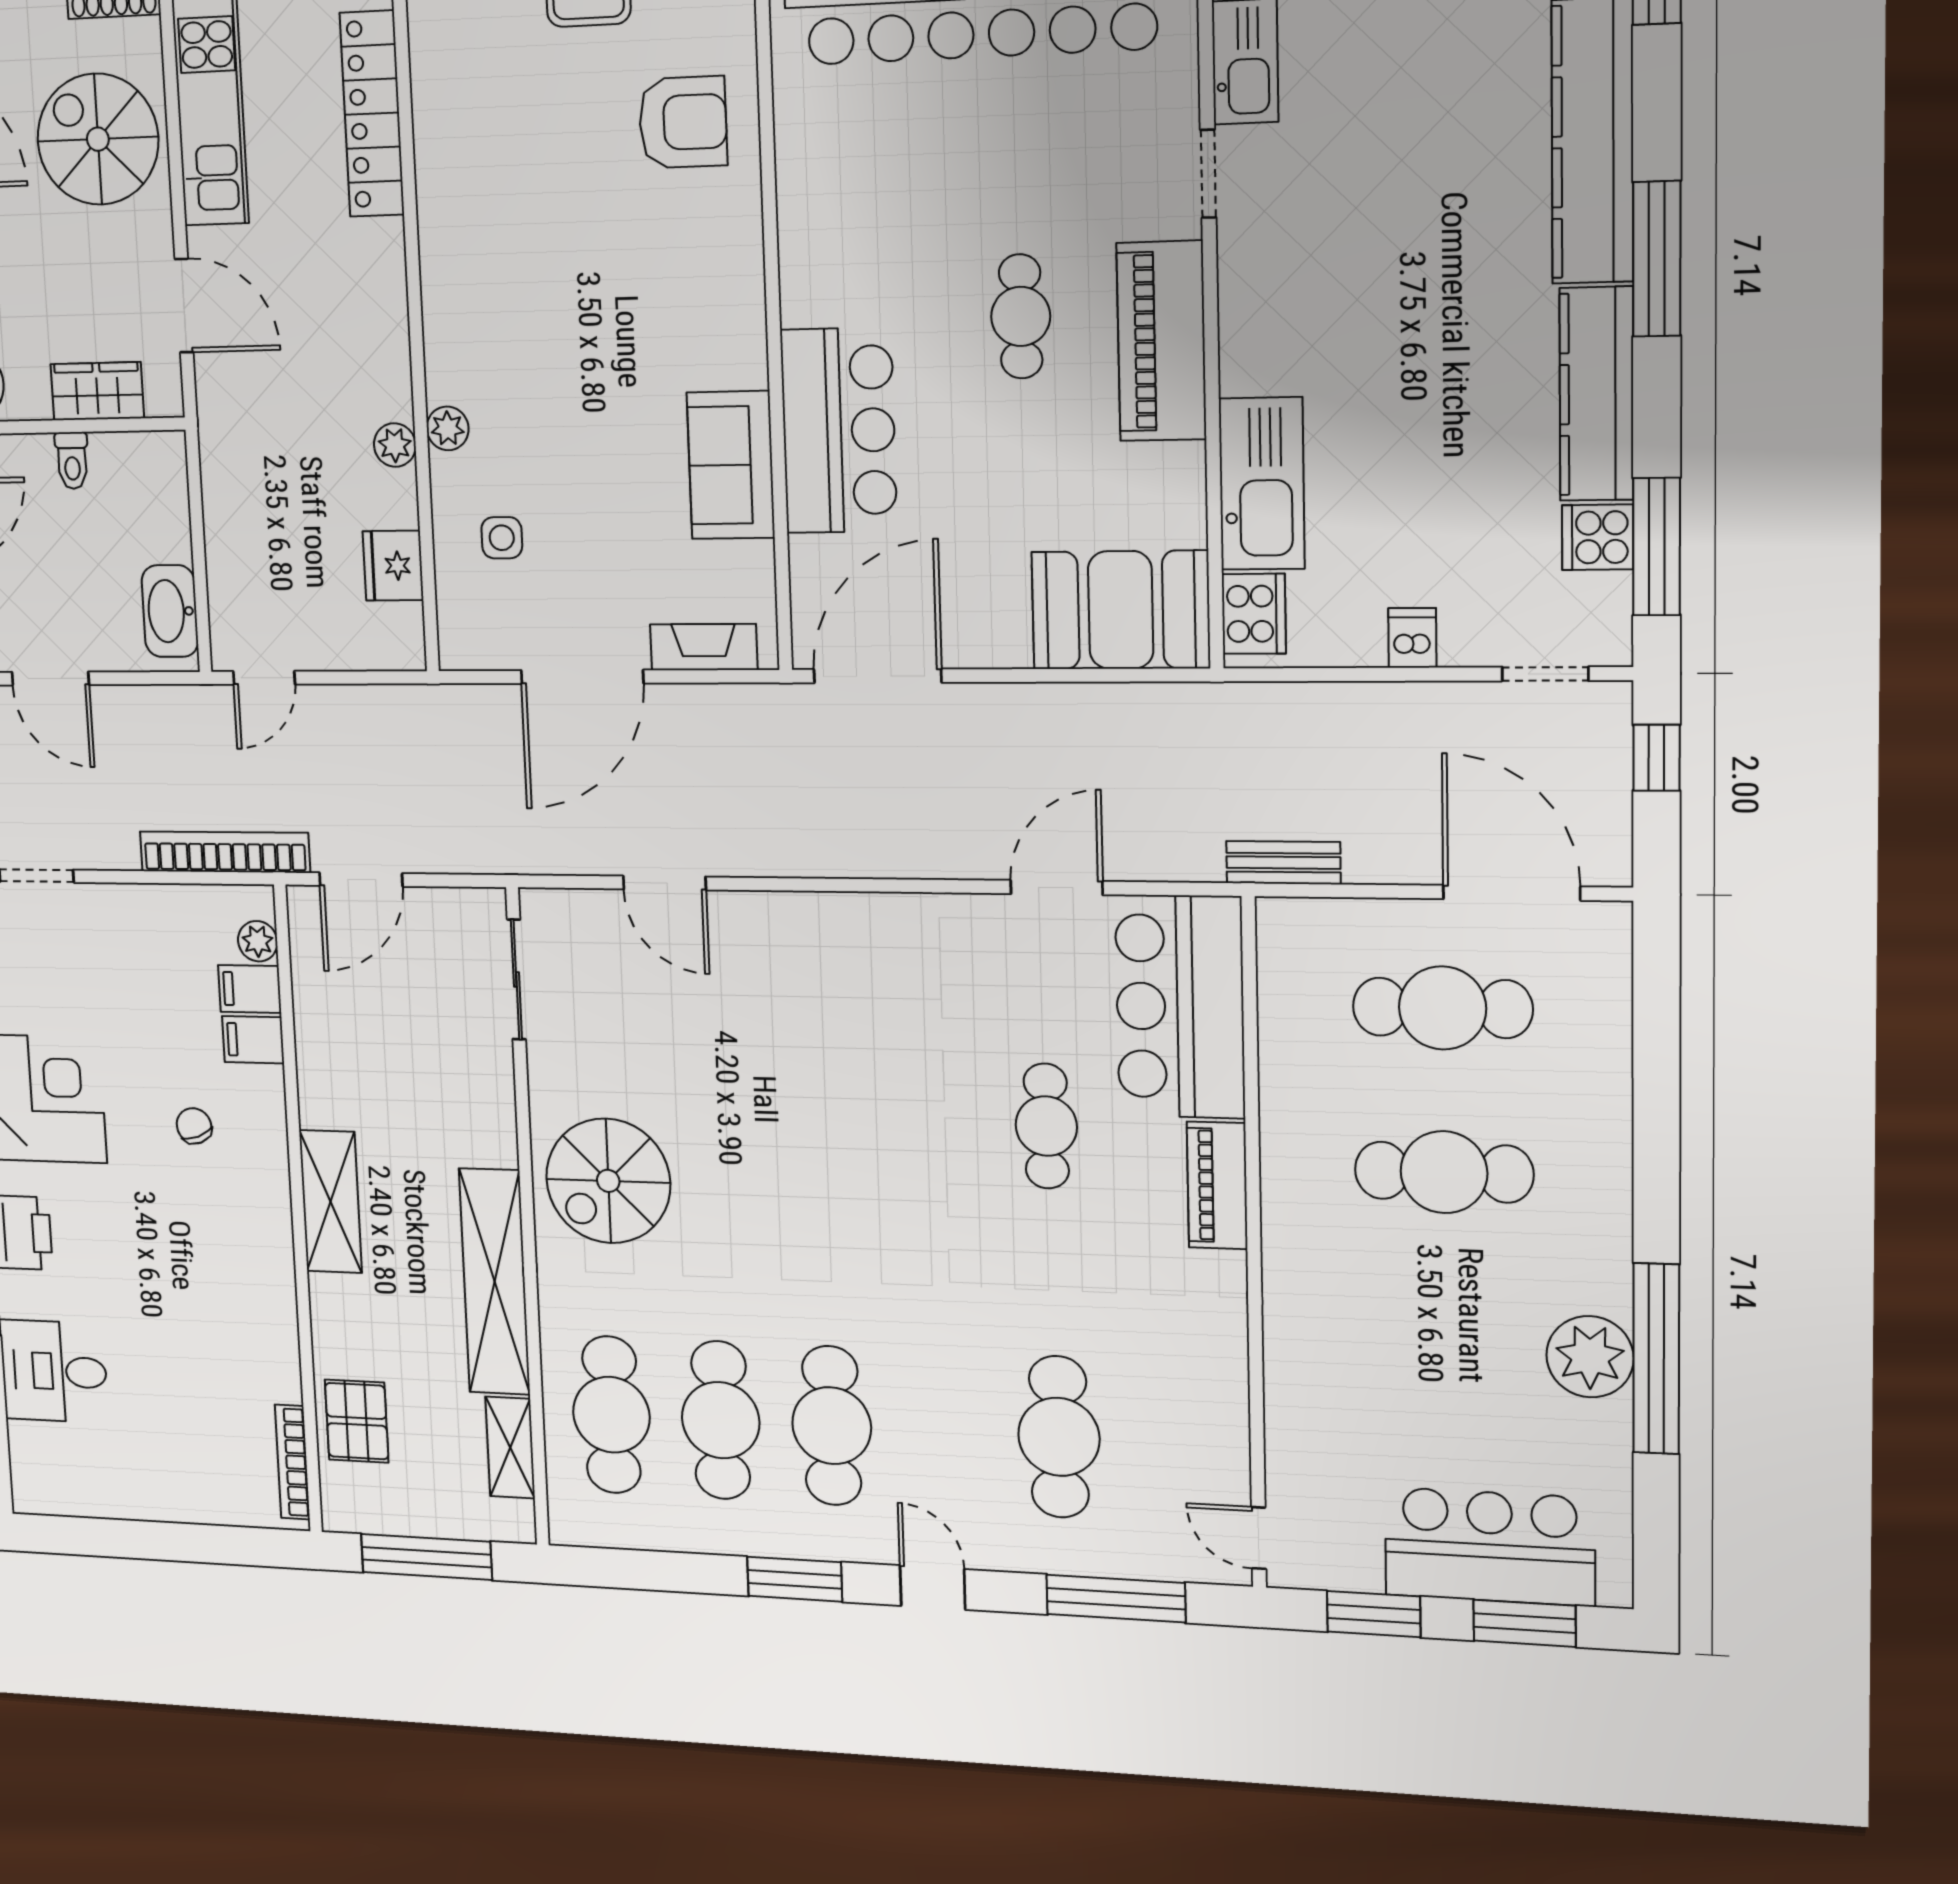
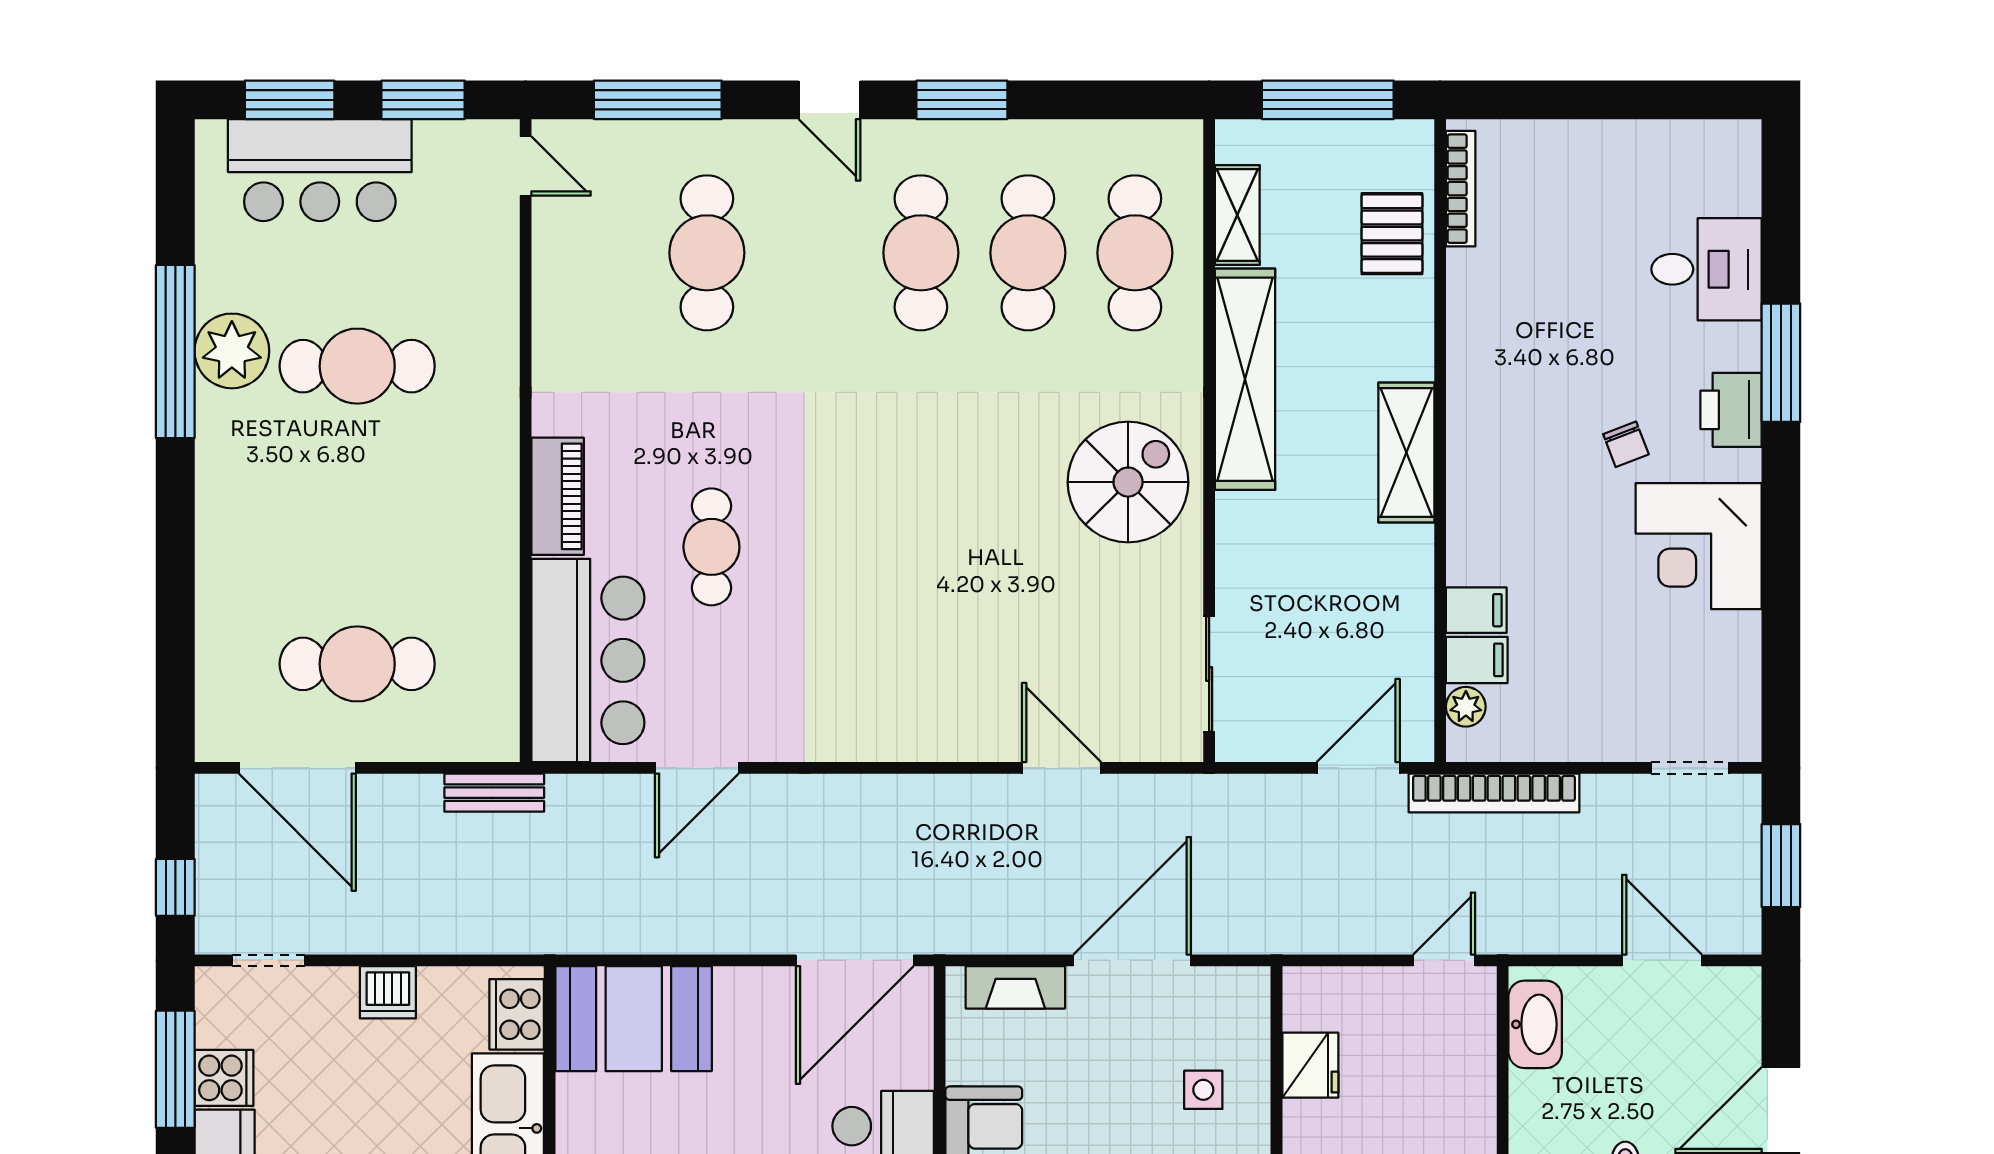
dishwasher: (1412, 638) -> (388, 992), width x1.38
chair: (194, 1126) -> (1626, 444), moved
cafe table: (1444, 1172) -> (357, 366), moved

